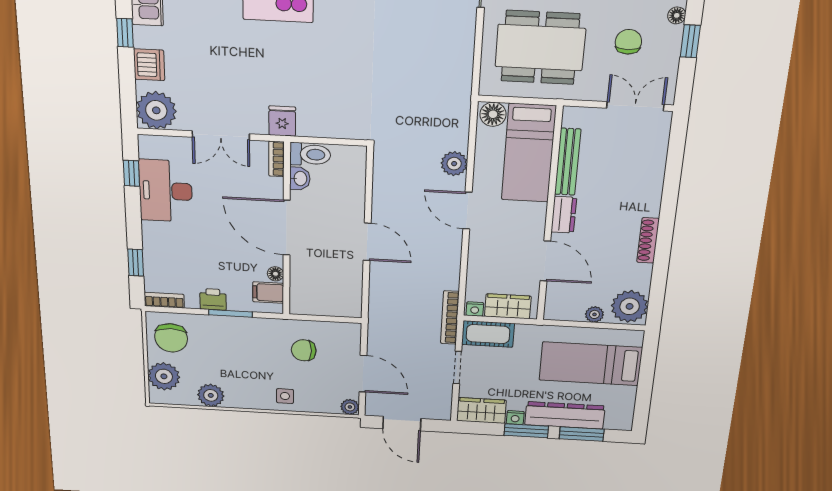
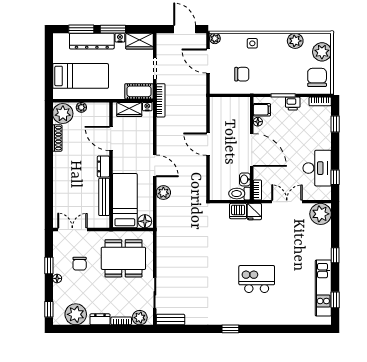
dishwasher: (149, 65) -> (238, 211), moved, turned -90
double door: (635, 106) -> (72, 230), swing flipped
shoe rack: (648, 240) -> (57, 138), moved

